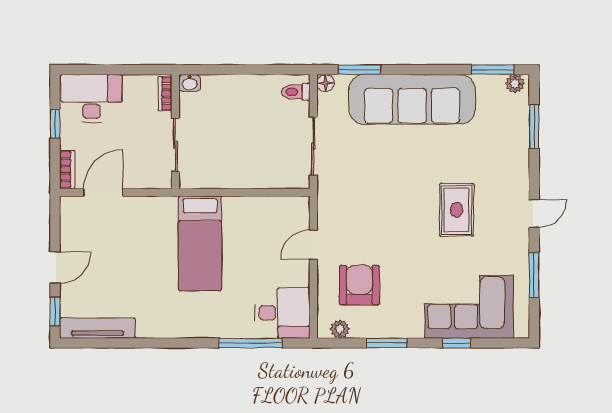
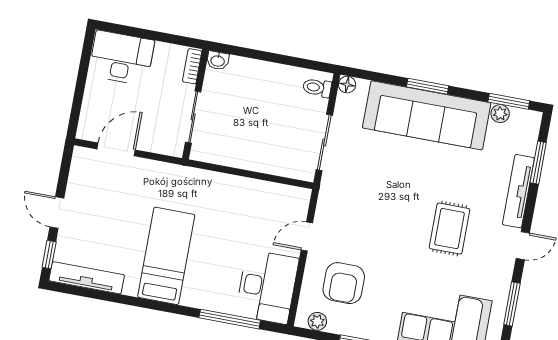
window: (360, 70) -> (428, 86), moved
plant: (515, 84) -> (500, 114), moved
window: (55, 124) -> (82, 76), removed
tv unit: (519, 159) -> (518, 191), added
bookcase: (67, 170) -> (86, 121), removed
bed: (200, 243) -> (166, 256), moved, turned 180
door: (55, 268) -> (57, 213), swing flipped
armchair: (359, 285) -> (344, 283), turned 180
desk: (282, 313) -> (267, 287), width x1.37

